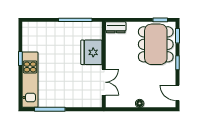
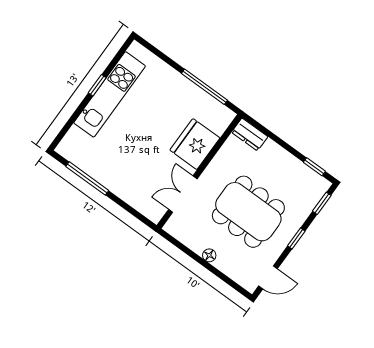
dining table: (156, 44) -> (248, 212), moved, turned 90
kitchen unit: (30, 80) -> (110, 94), moved
double door: (104, 82) -> (183, 194), swing flipped
door: (177, 93) -> (268, 277), swing flipped

